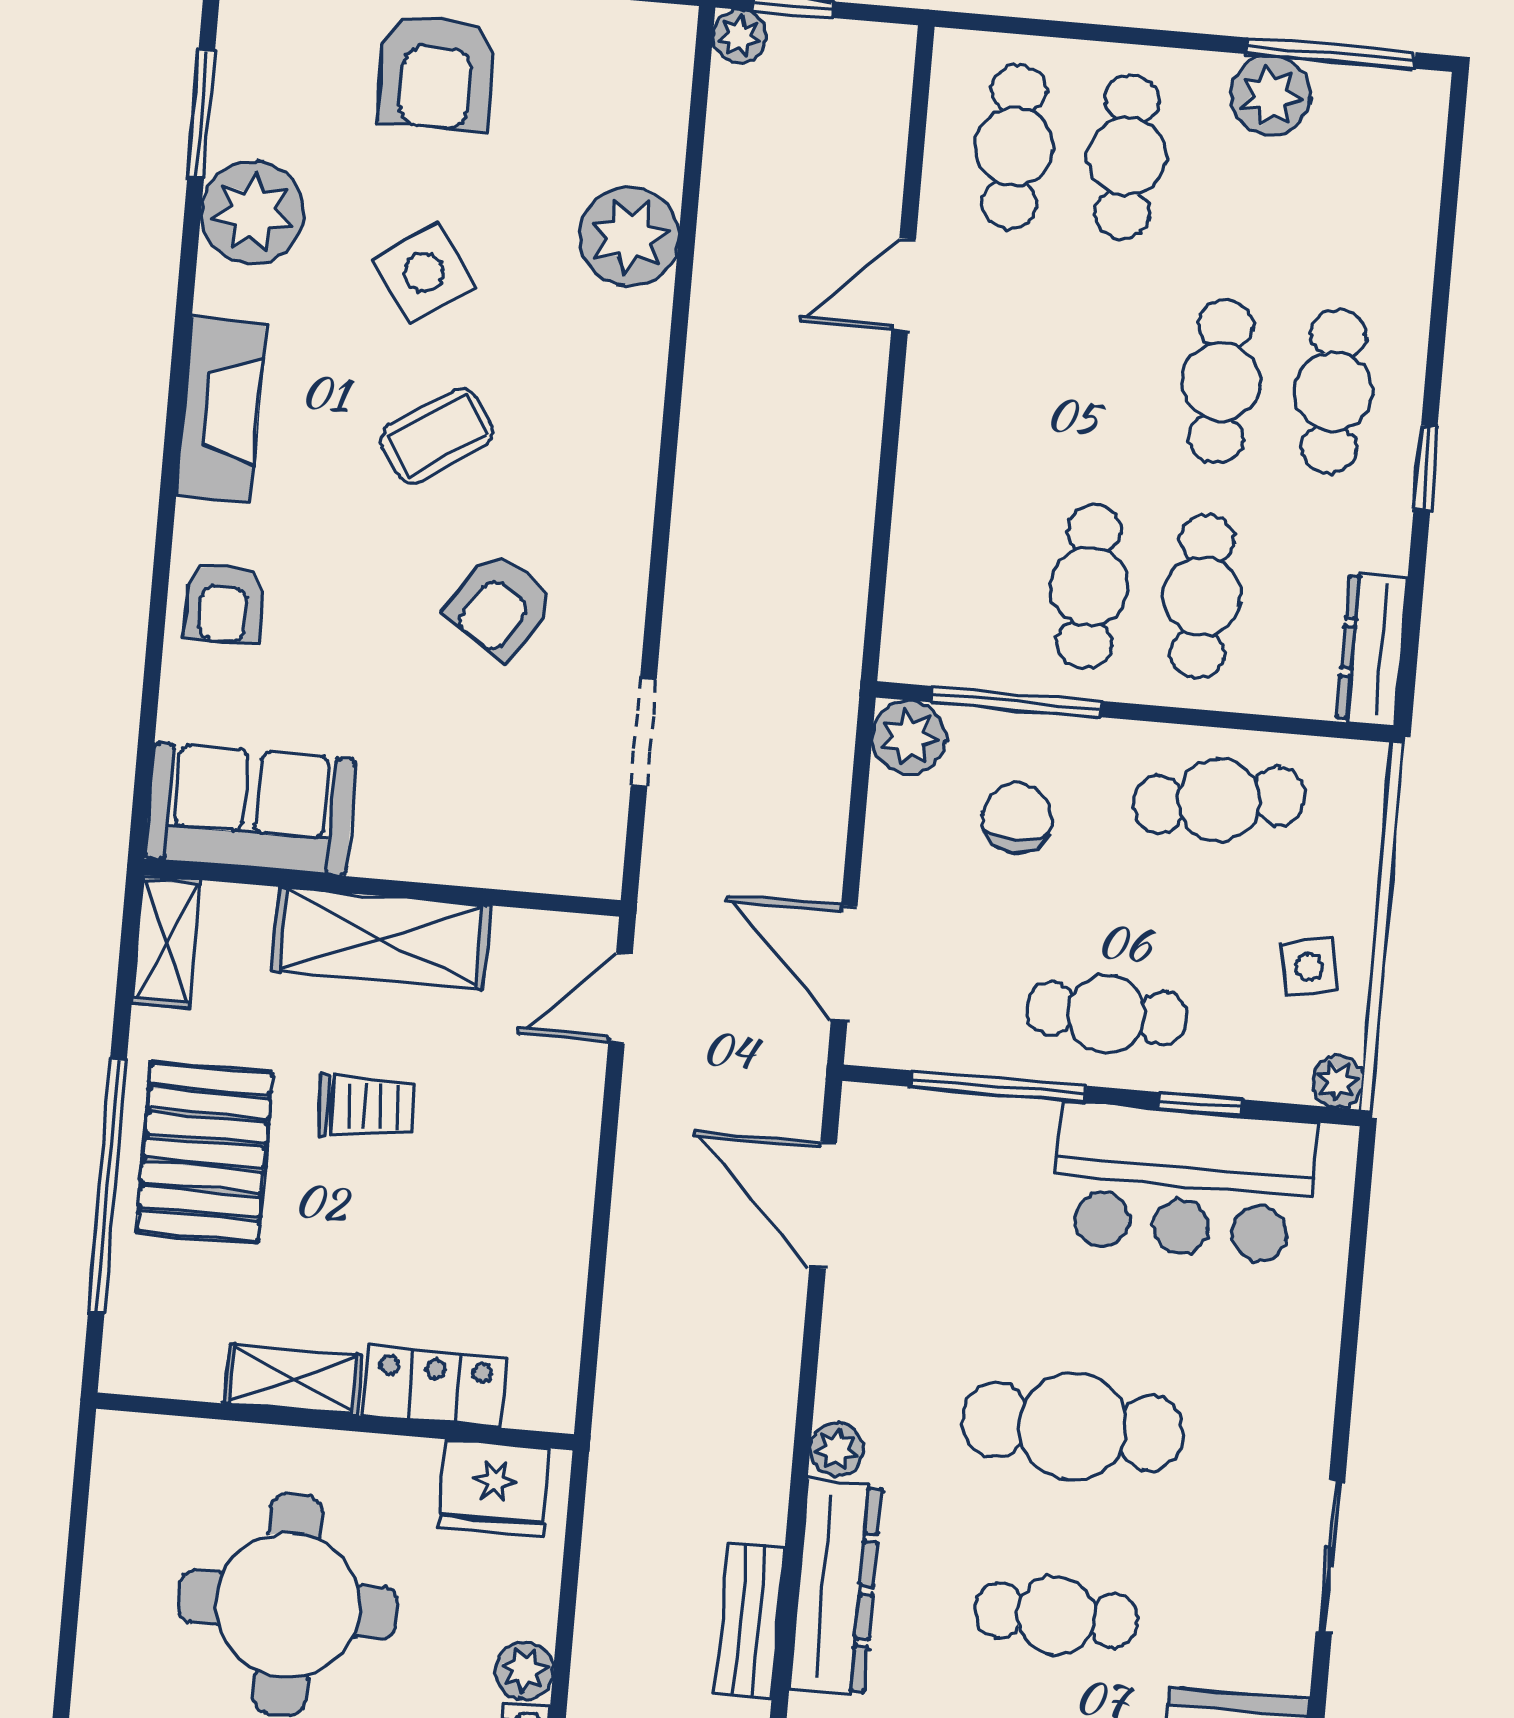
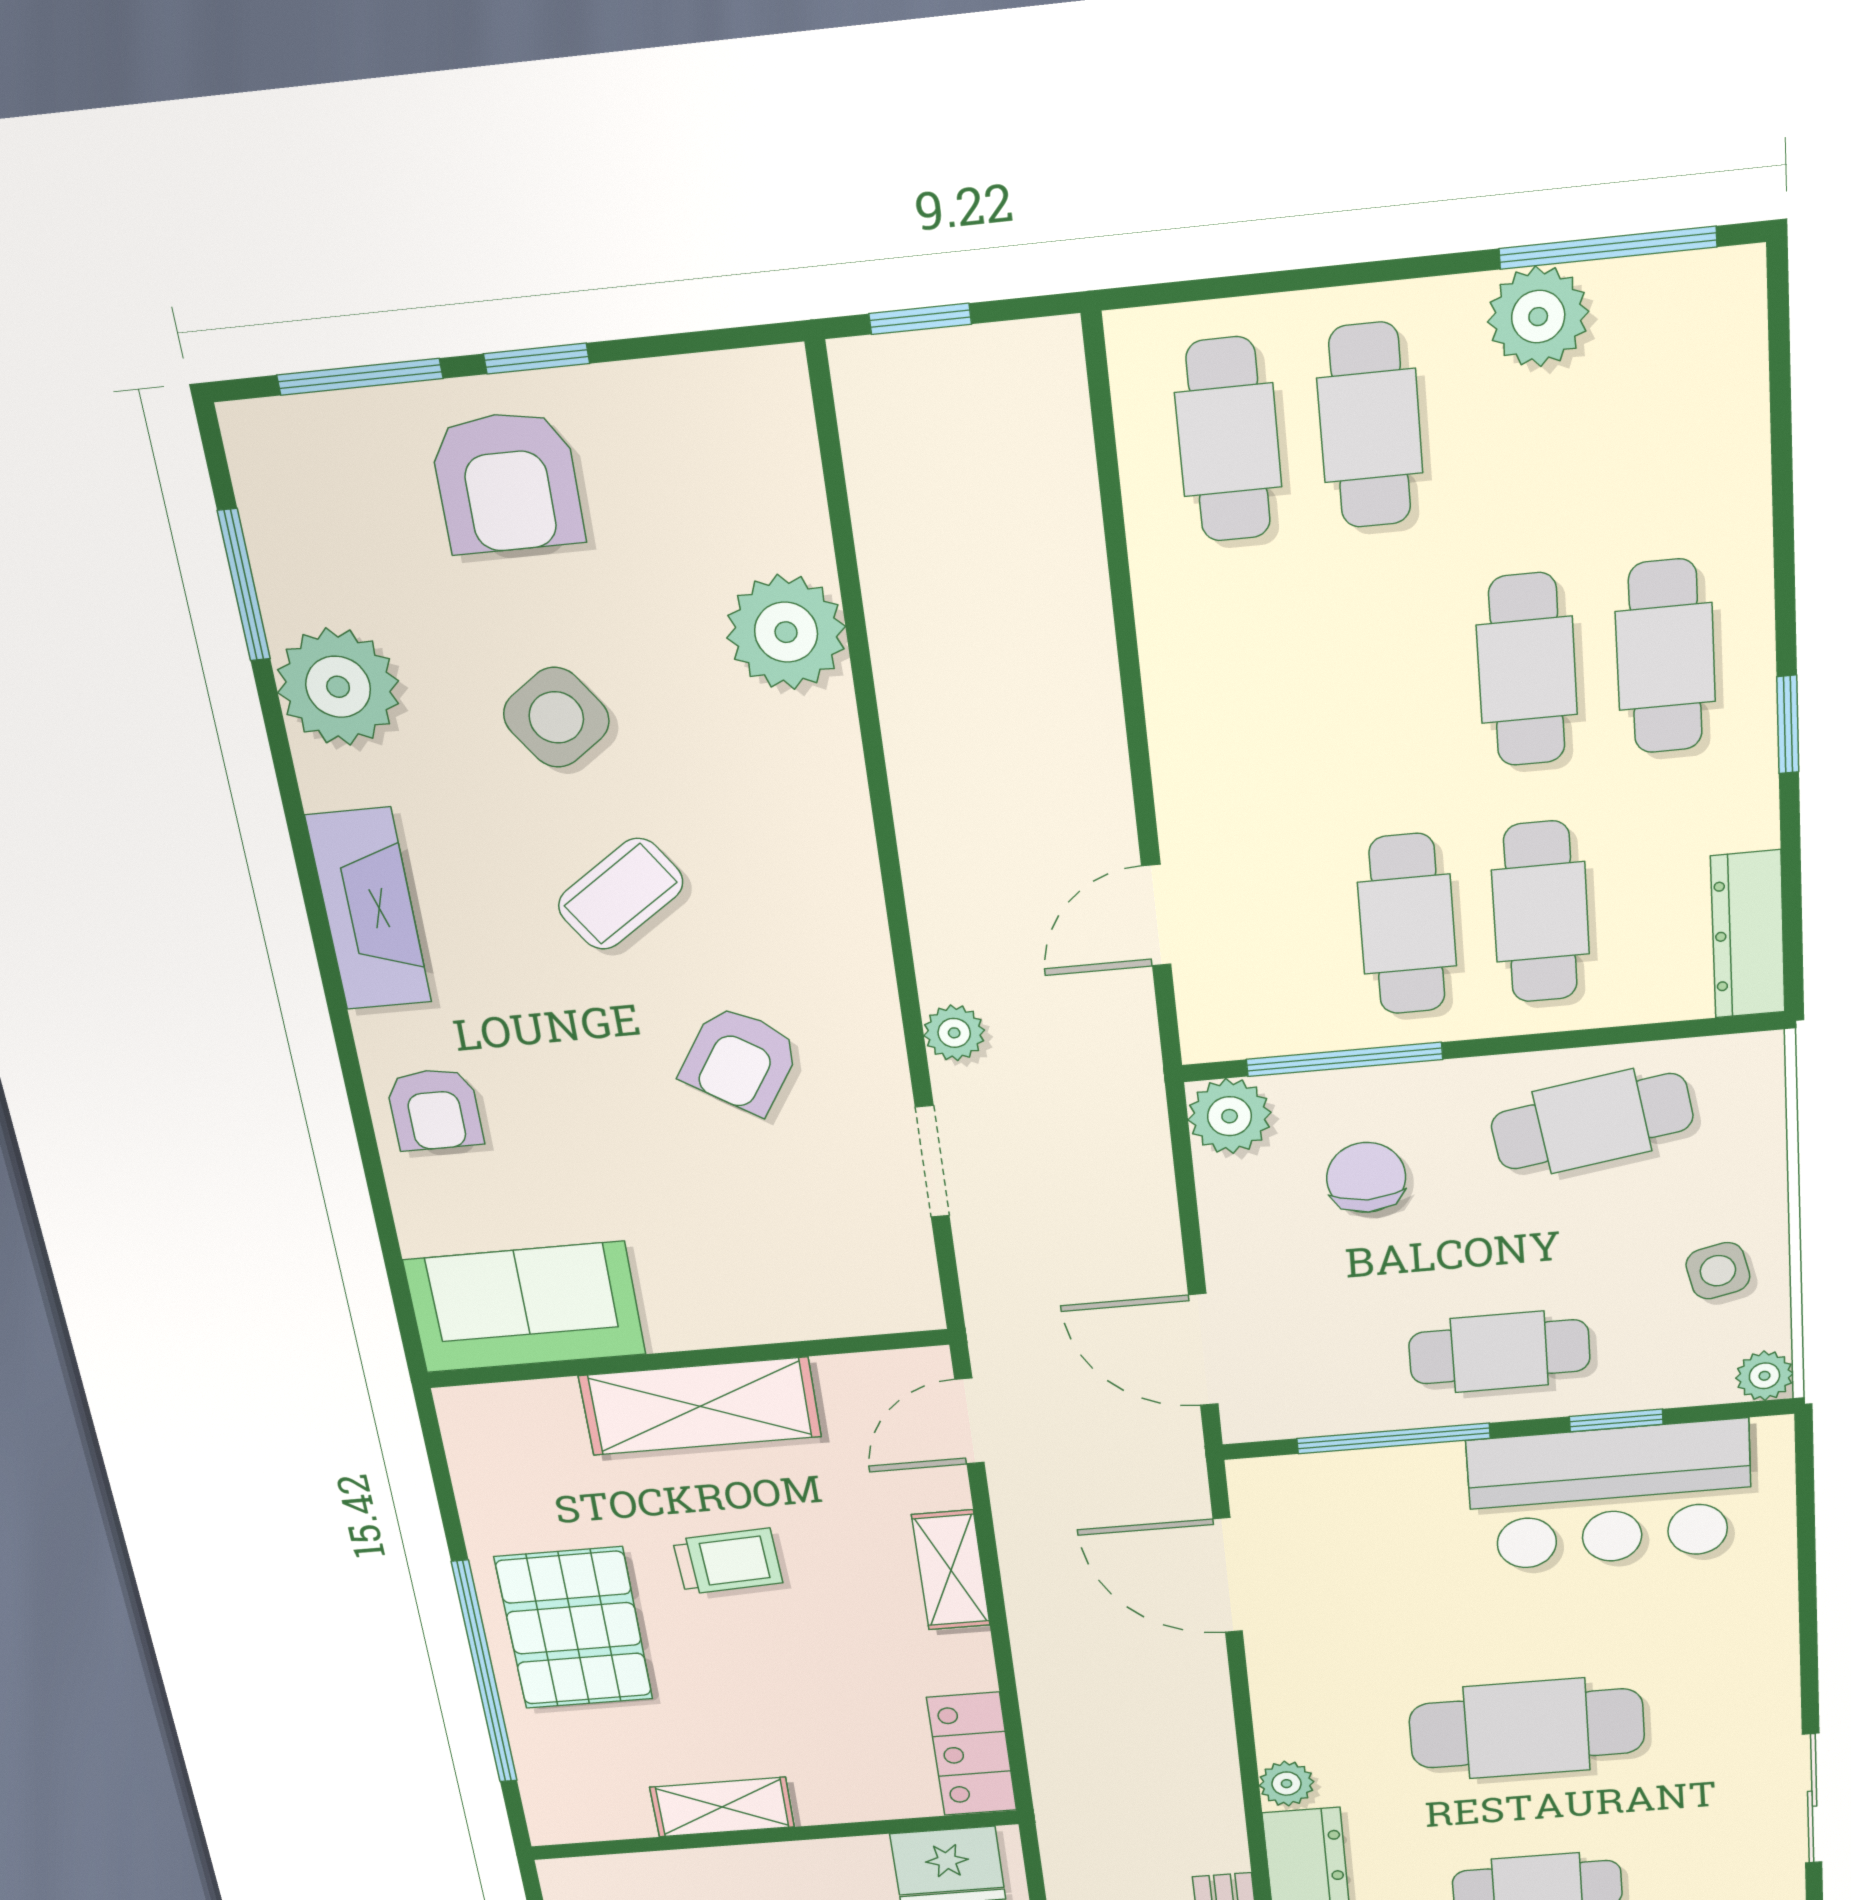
plant: (740, 36) -> (954, 1033), moved
door: (904, 285) -> (1156, 915), moved
shelving: (166, 941) -> (951, 1570), moved
locker: (434, 1387) -> (972, 1754), moved, turned -90

